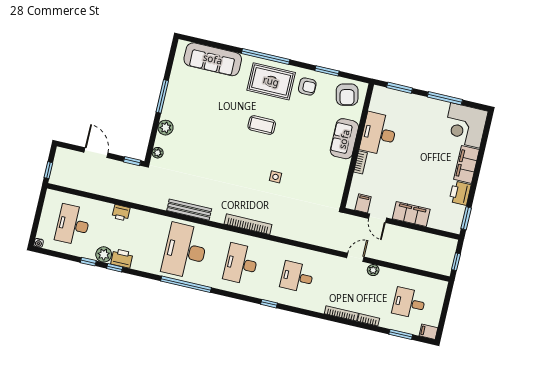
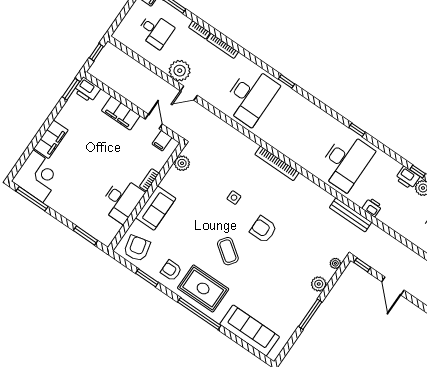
window: (445, 98) -> (32, 199), moved
coffee table: (262, 125) -> (228, 251), turned 36
armchair: (237, 158) -> (263, 229), added
plant: (336, 190) -> (182, 163), added
printer: (460, 193) -> (87, 90), moved, turned 90
bench: (189, 210) -> (351, 215), moved
printer: (121, 213) -> (372, 207), moved
desk: (241, 264) -> (298, 129), removed
plant: (373, 270) -> (180, 71), width x1.88, depth x1.88
desk: (297, 277) -> (251, 96), width x1.87, depth x1.30
window: (186, 284) -> (357, 130), width x0.32

